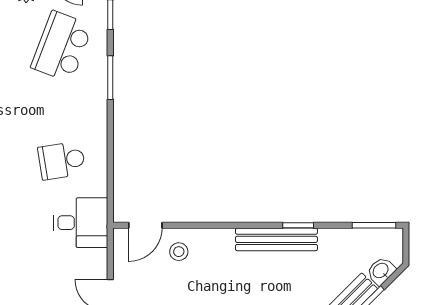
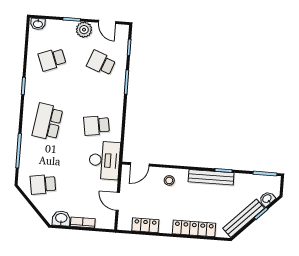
school desk: (62, 46) -> (101, 63), width x0.54
desk: (81, 223) -> (104, 160), width x1.37
stool: (179, 252) -> (169, 180), moved

